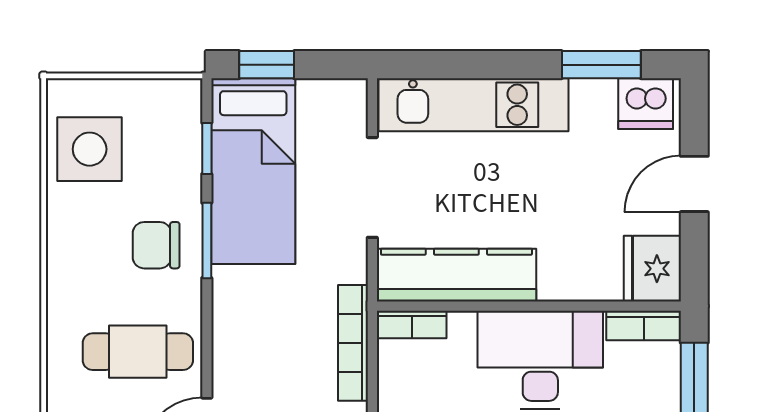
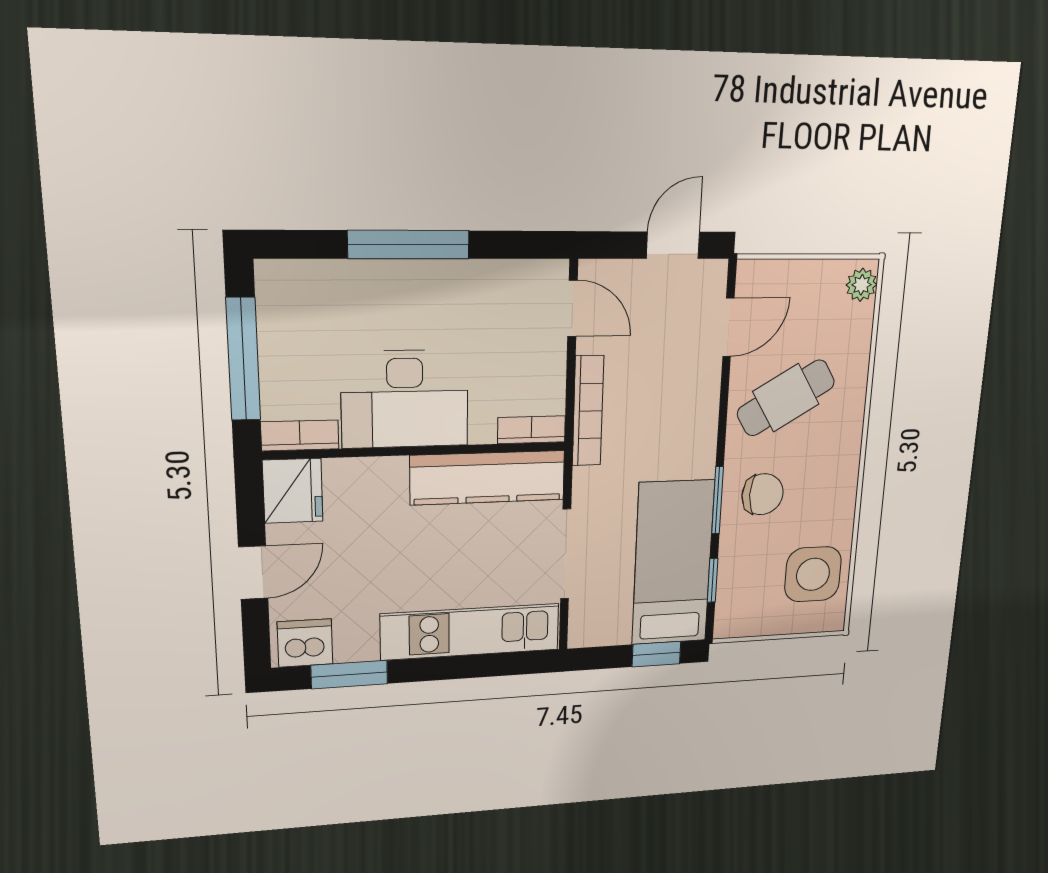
cafe table: (138, 352) -> (786, 398), turned -31

